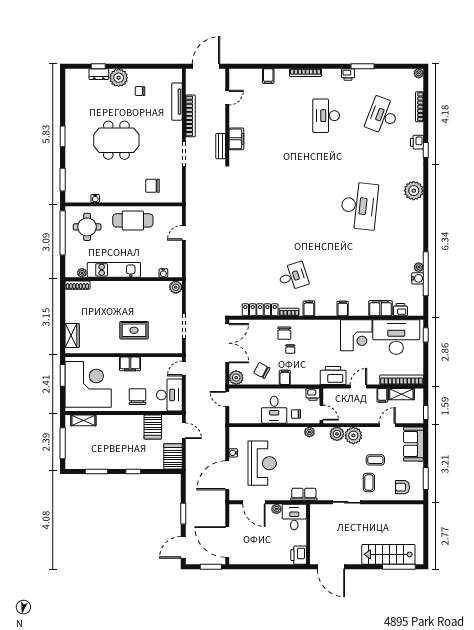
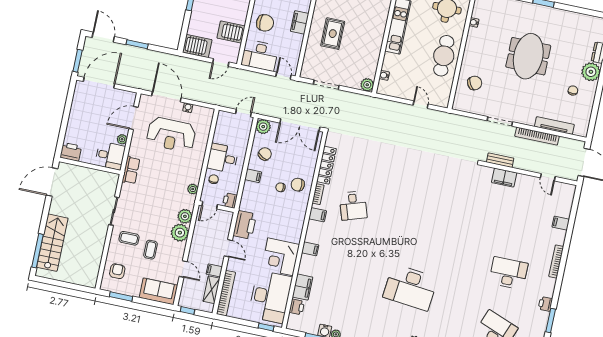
chair: (153, 186) -> (475, 83), turned 60

